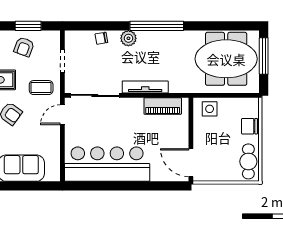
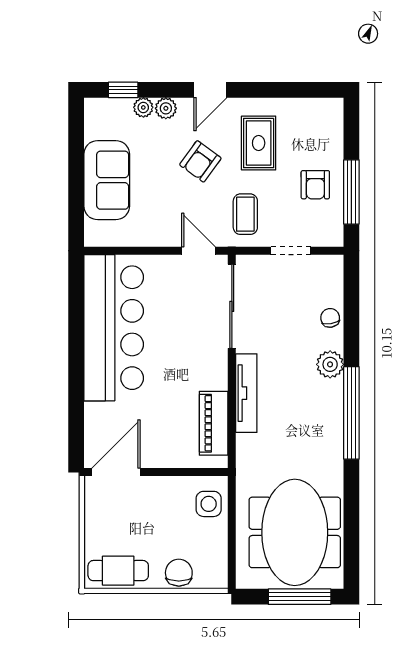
window: (28, 26) -> (351, 192), width x1.44
armchair: (24, 47) -> (315, 185), turned -110

